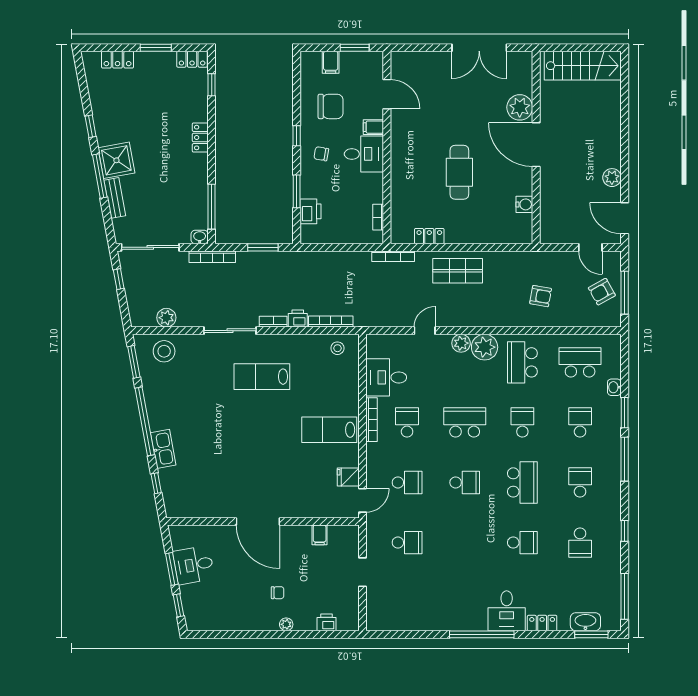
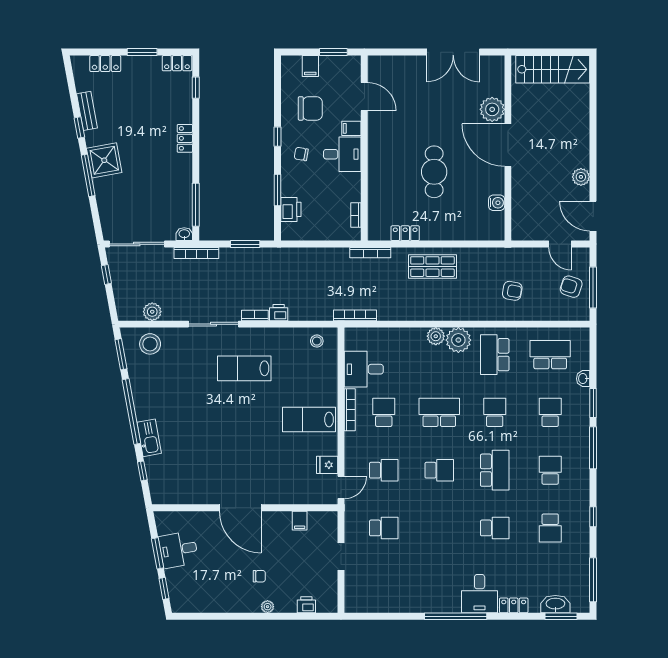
bench: (115, 198) -> (87, 111), moved
armchair: (602, 292) -> (571, 287), turned 47
bookcase: (331, 321) -> (355, 315), moved
door: (425, 331) -> (401, 324), removed

